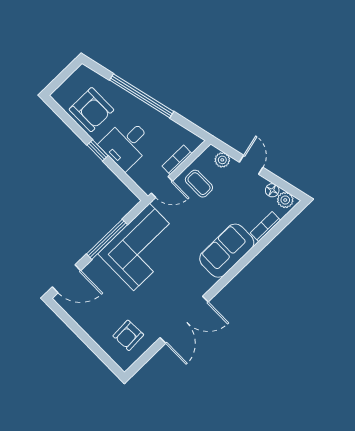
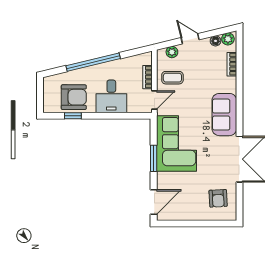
window: (98, 150) -> (73, 116), moved
window: (107, 239) -> (154, 158), width x0.69
sofa: (227, 251) -> (224, 115), moved

